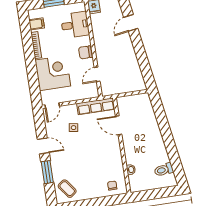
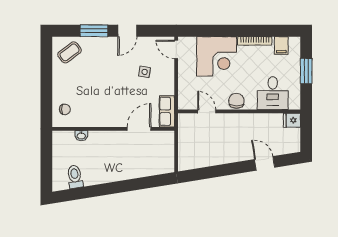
row of seats: (96, 106) -> (167, 111), width x0.68

